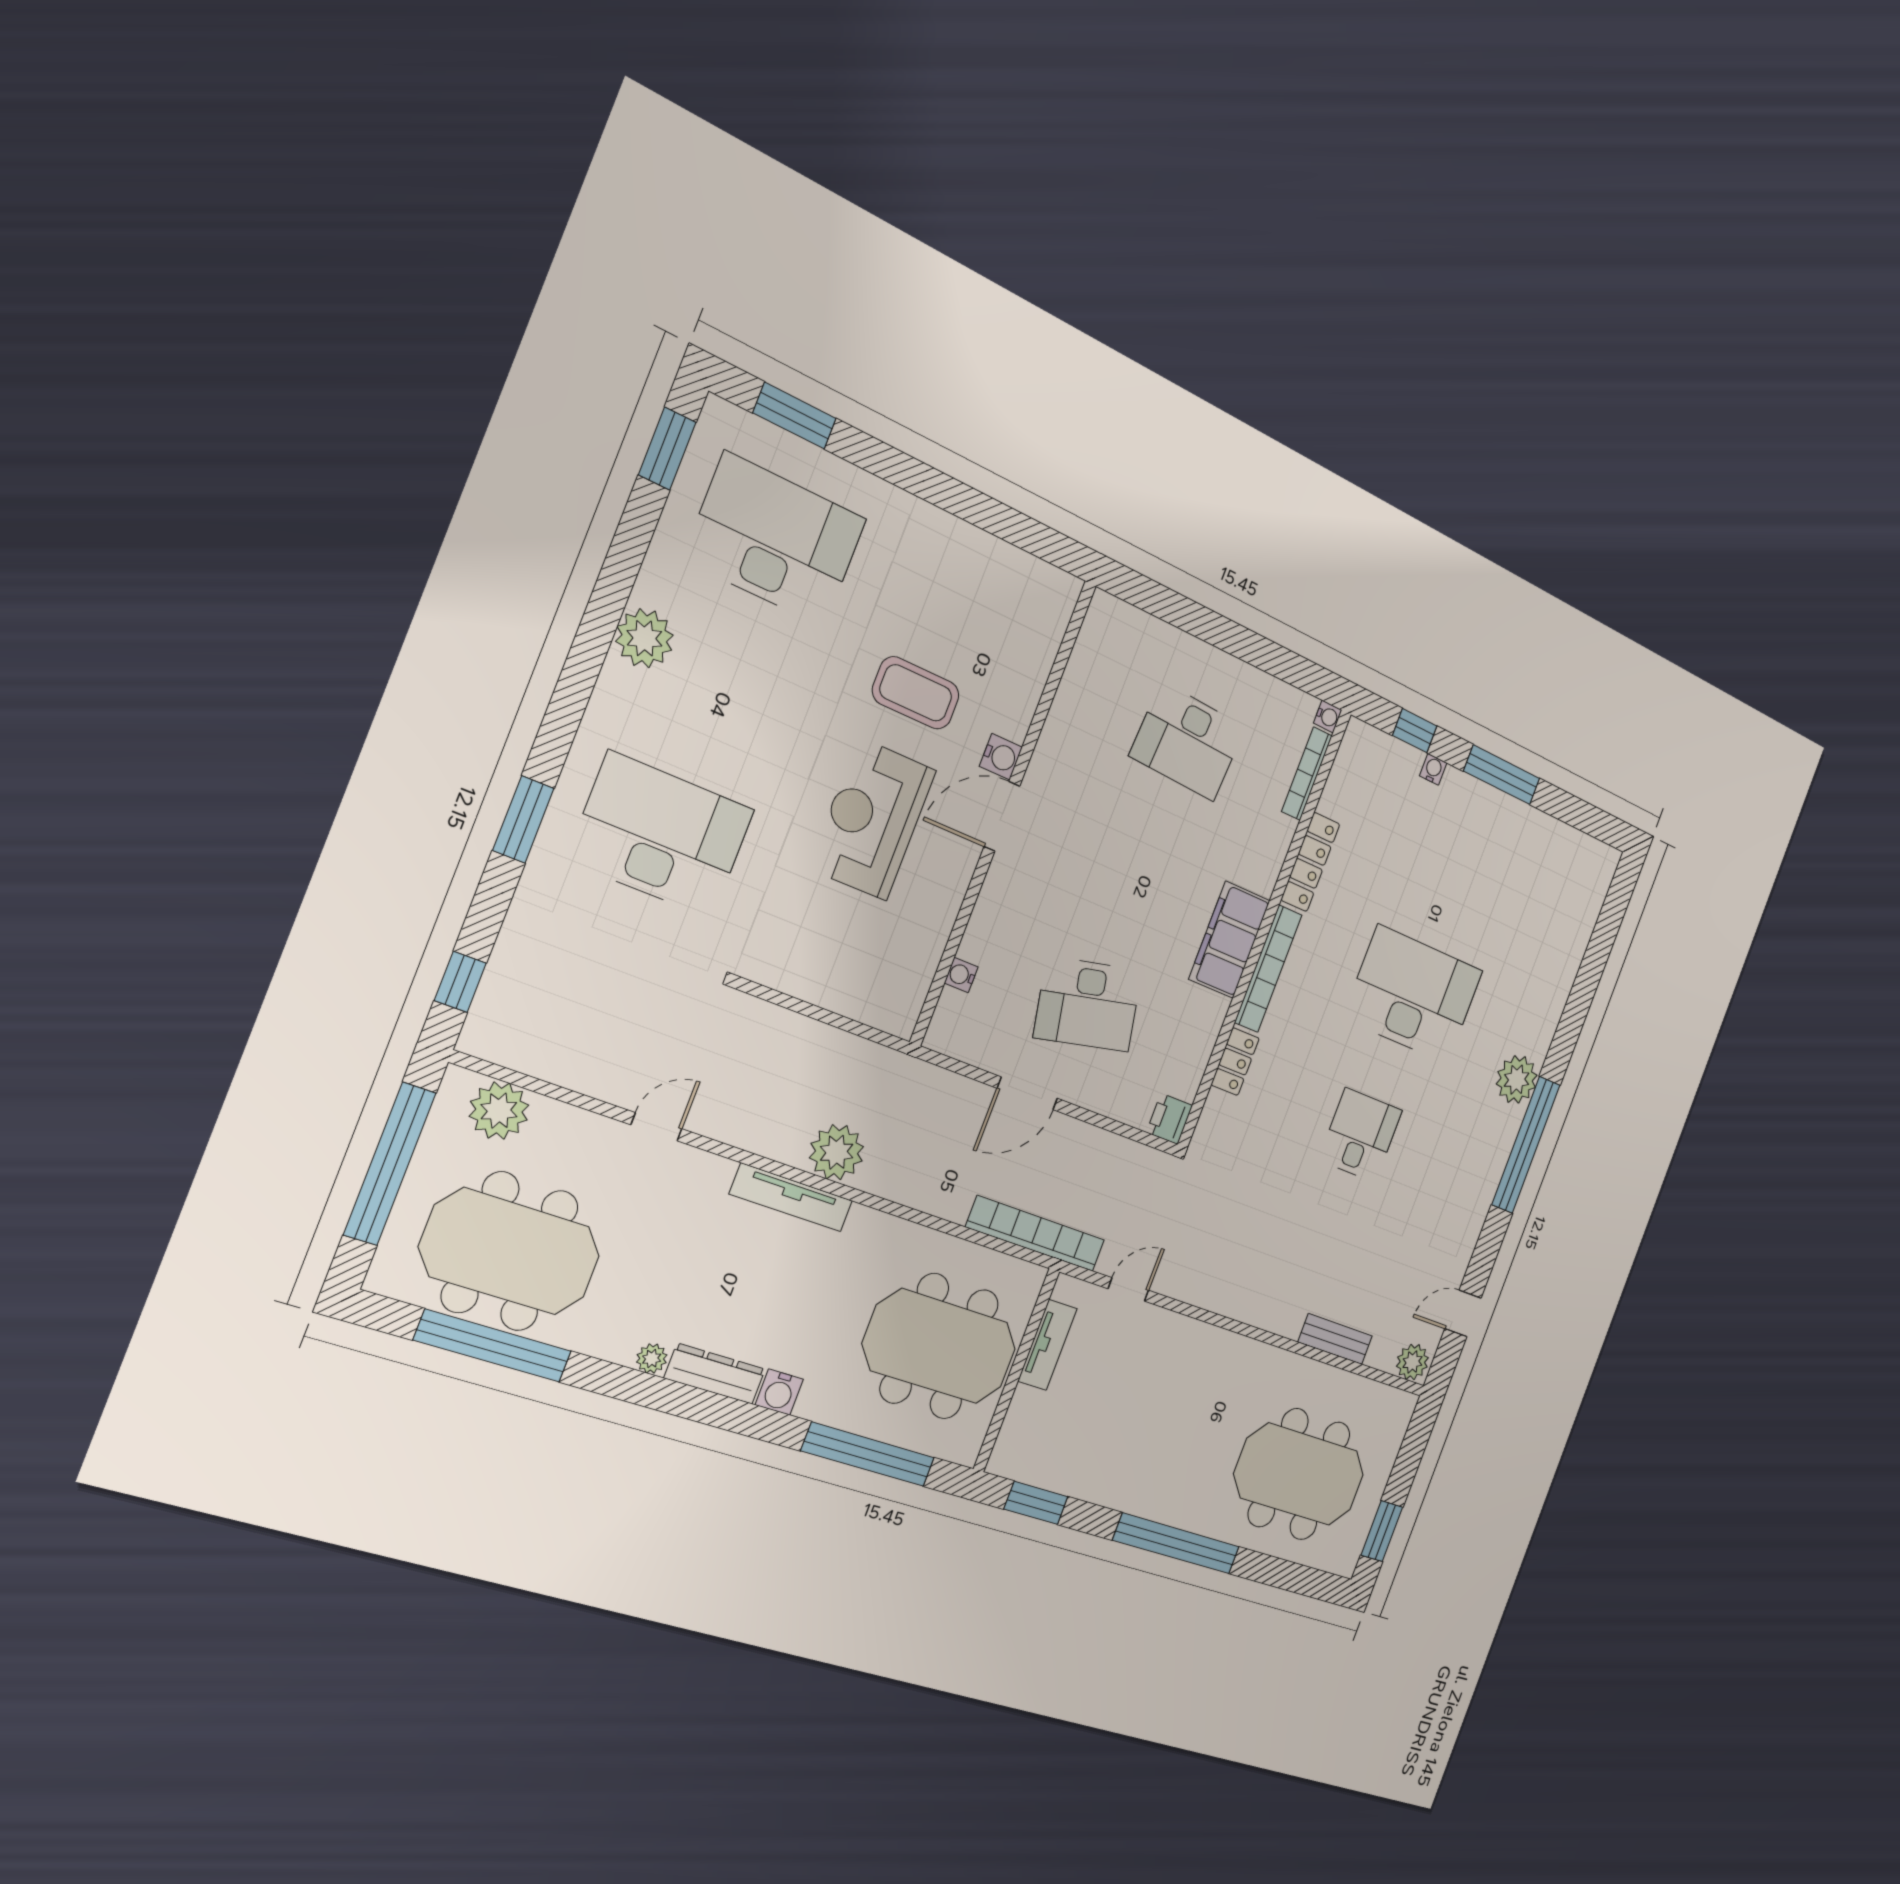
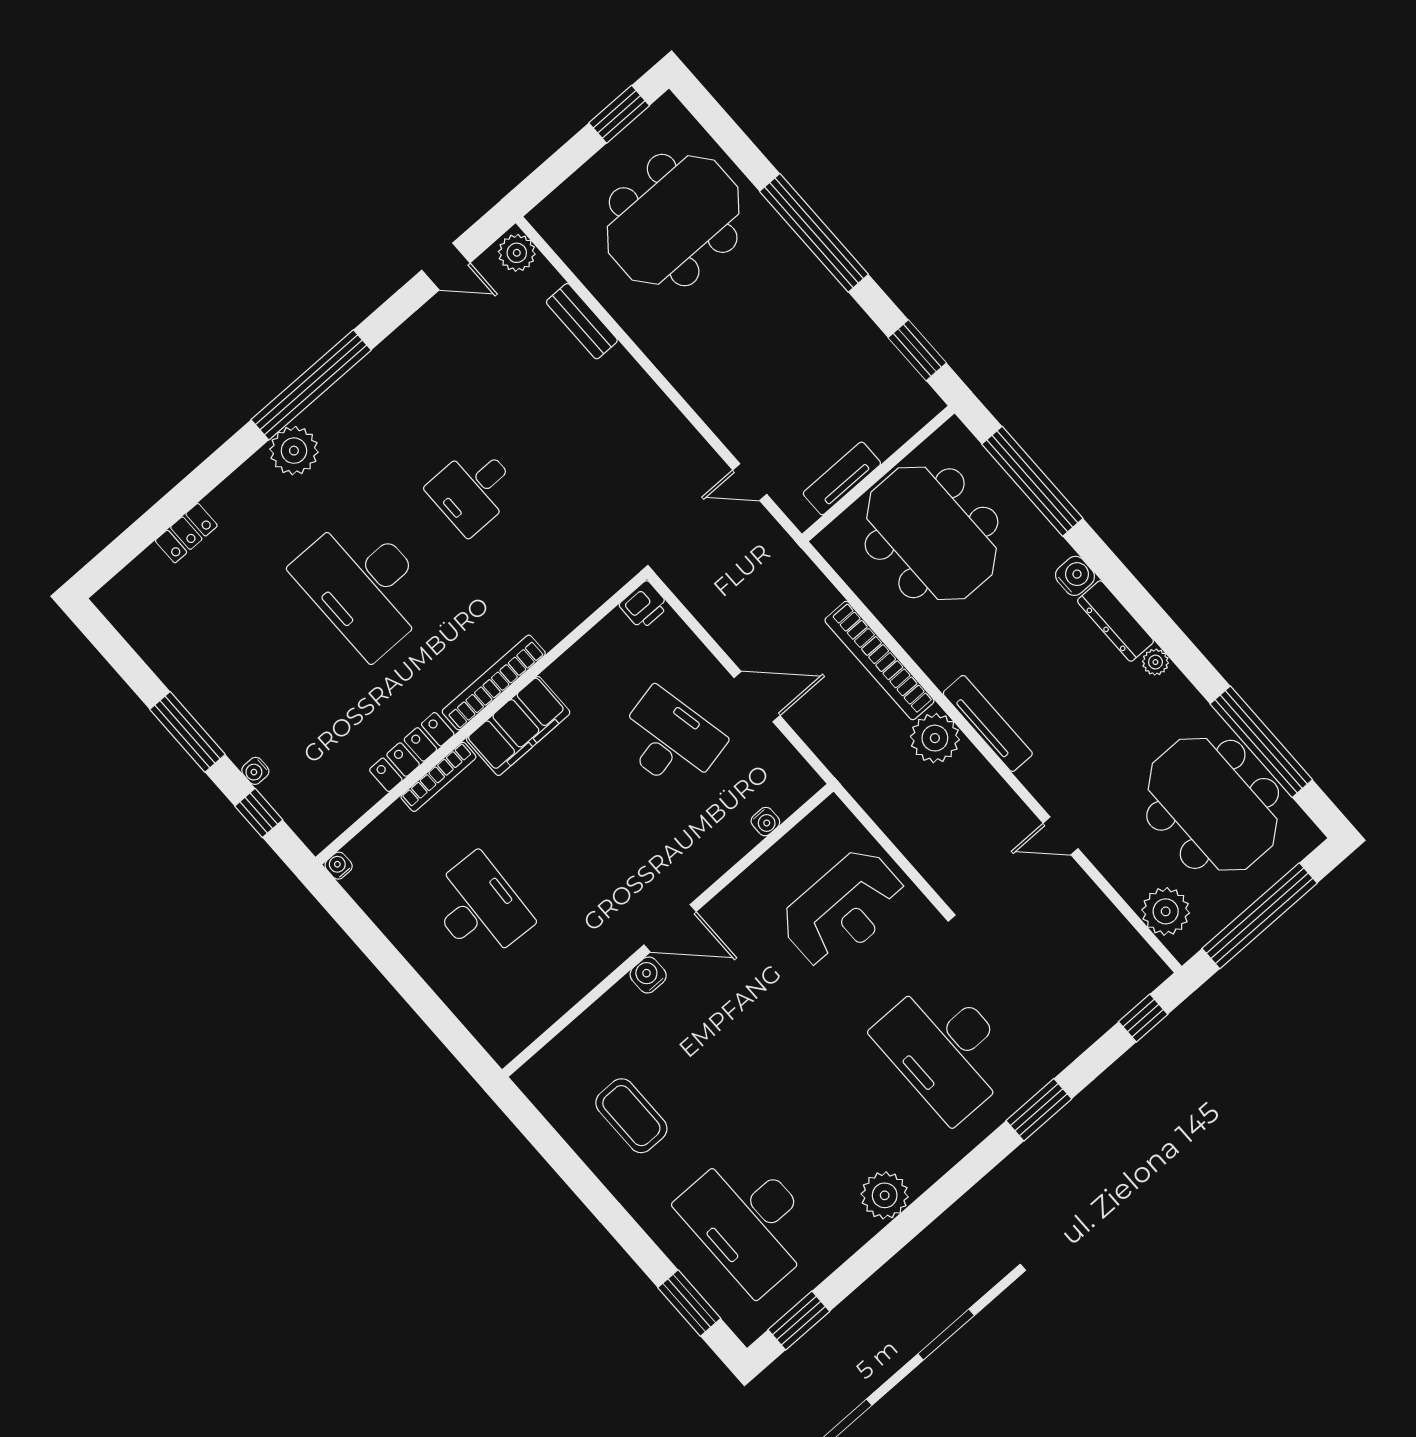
coffee table: (916, 693) -> (631, 1116), moved
bookcase: (1307, 774) -> (438, 777), moved
reception desk: (872, 819) -> (844, 909), moved
locker: (1235, 1062) -> (186, 533), moved, turned 180
bookcase: (1035, 1234) -> (879, 661), moved
meeting table: (1299, 1474) -> (673, 220), turned 90

